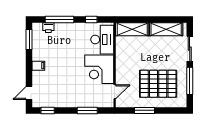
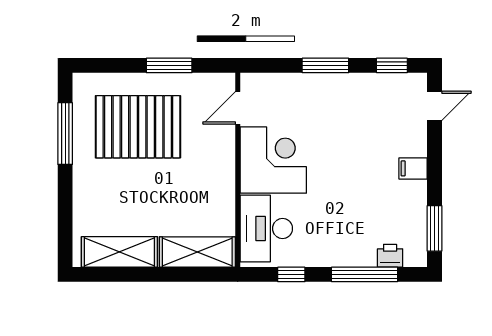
sliding door: (190, 49) -> (65, 208), removed
window: (87, 110) -> (325, 65), moved

